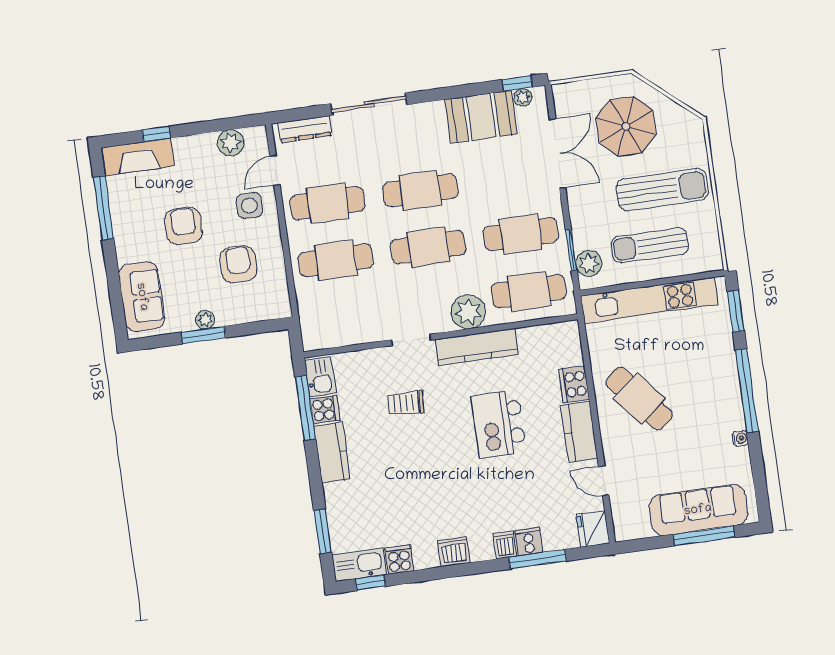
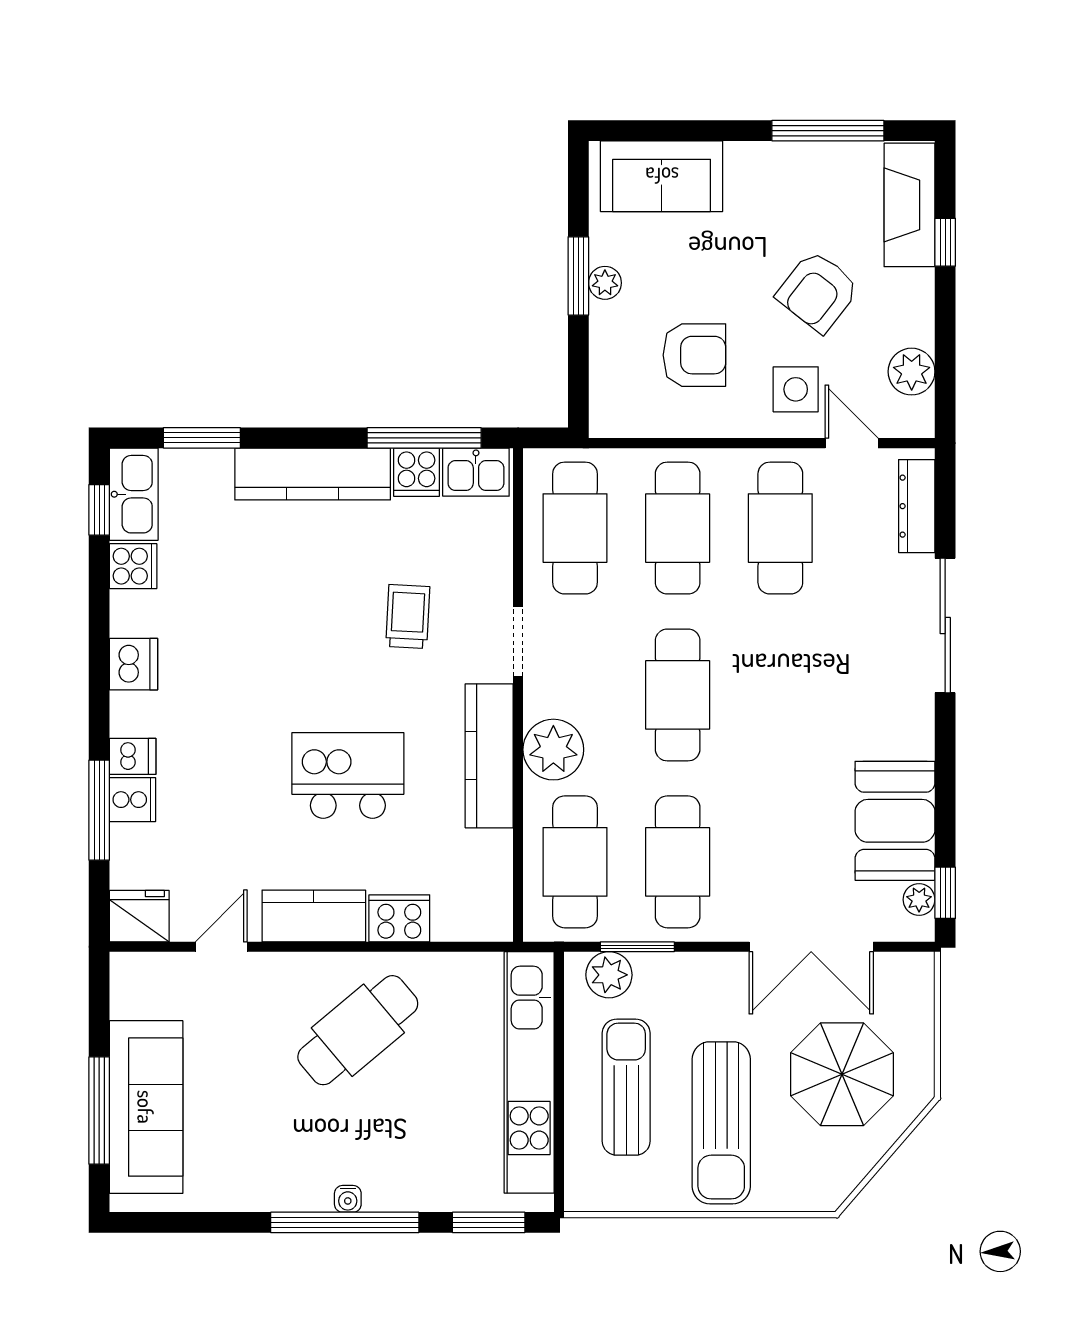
cafe table: (420, 190) -> (575, 528), moved
armchair: (184, 226) -> (818, 291), moved, turned 128
water cooler: (740, 438) -> (348, 1199), moved
kitchen counter: (332, 453) -> (313, 474), width x1.50

